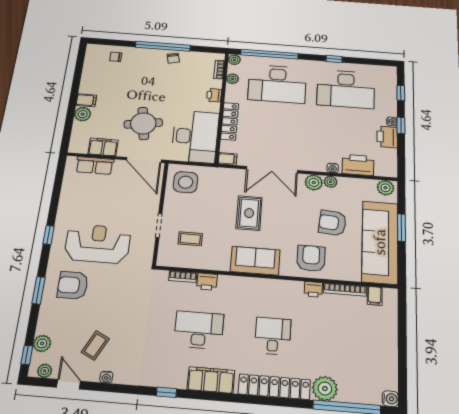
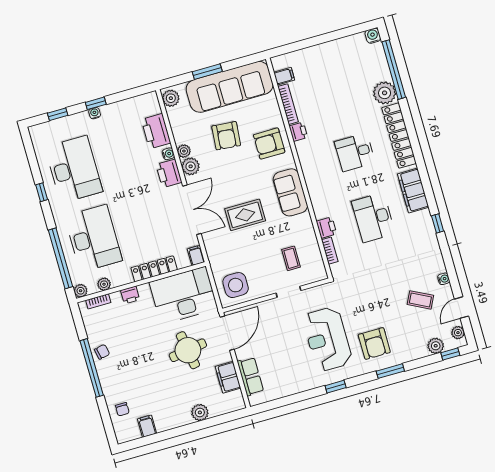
filing cabinet: (86, 100) -> (147, 426), moved
printer: (387, 137) -> (169, 173), moved, turned 90

